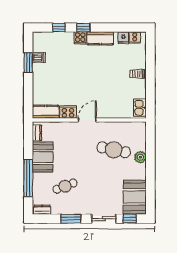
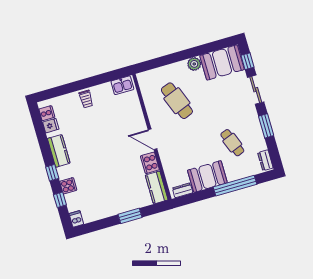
cooker: (80, 38) -> (68, 186), moved
dishwasher: (39, 57) -> (76, 219), moved
window: (28, 62) -> (130, 216), moved
cafe table: (114, 150) -> (177, 101), turned -33
plant: (140, 157) -> (194, 64), moved

